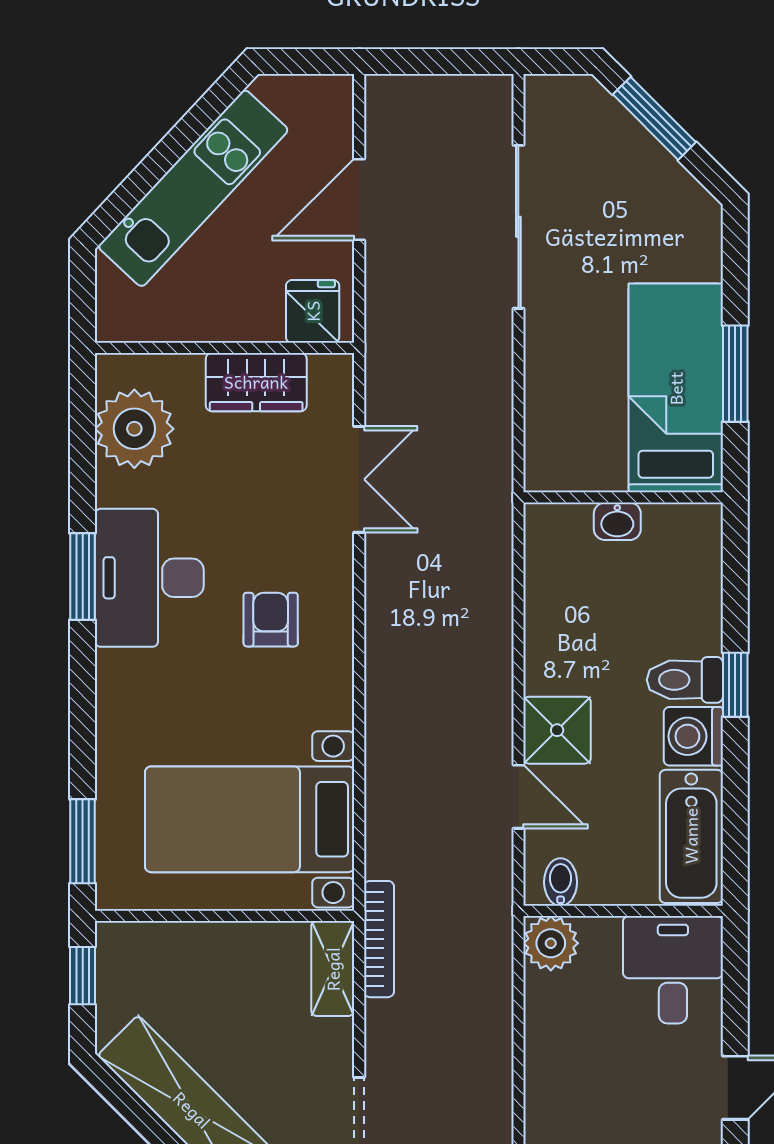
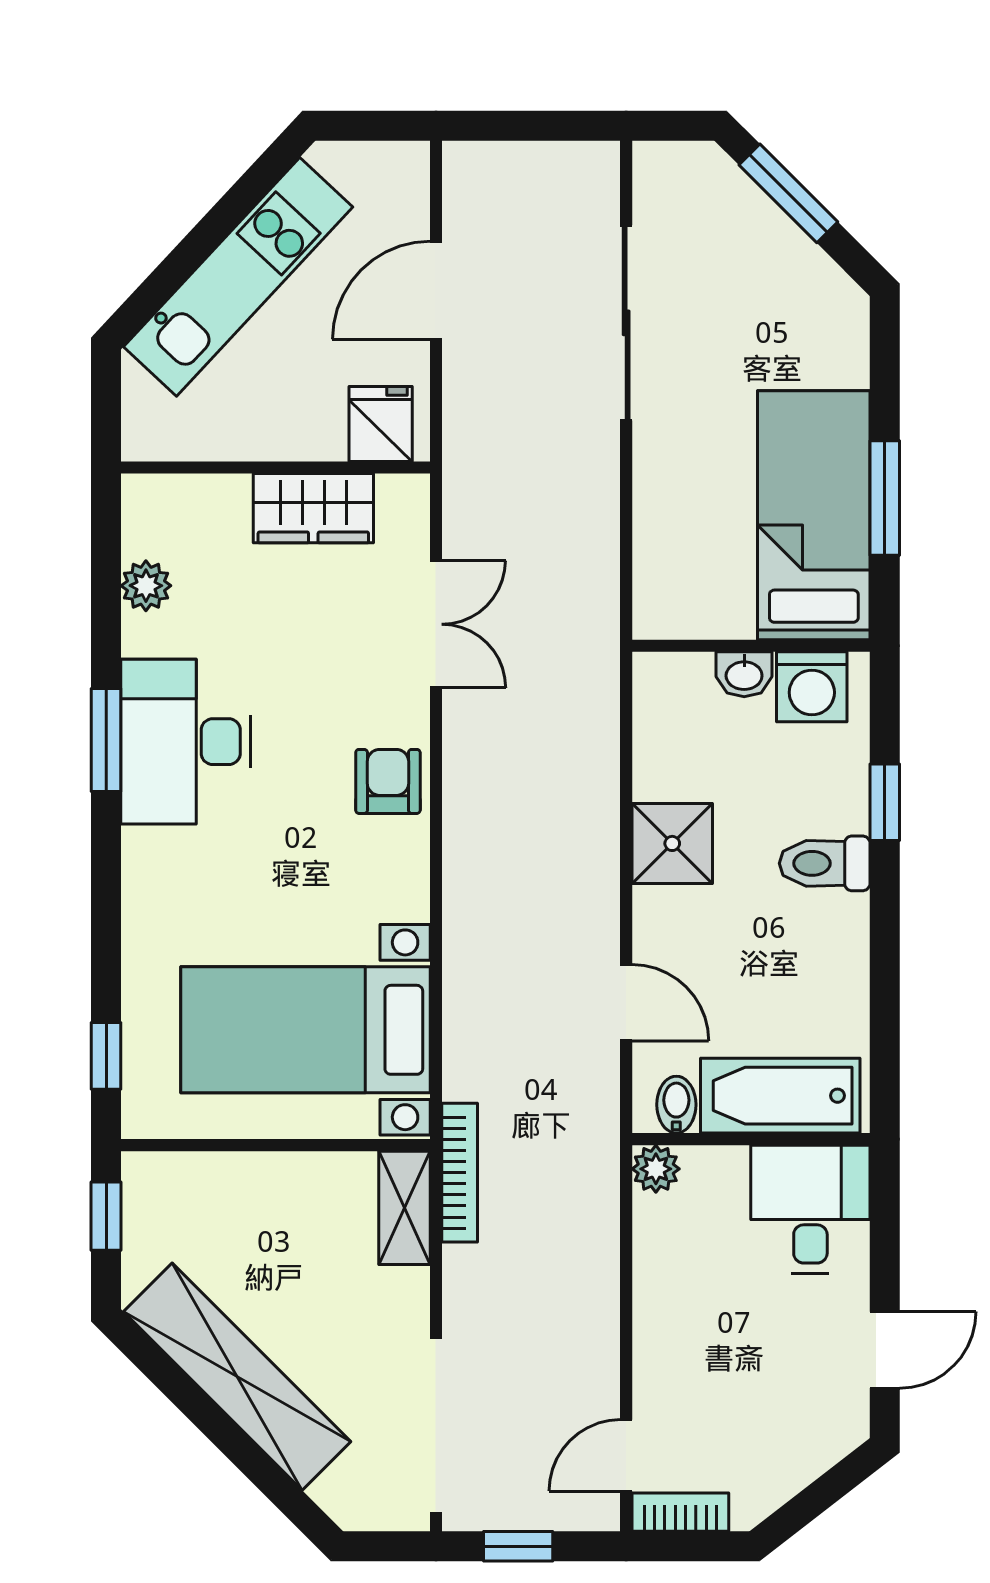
plant: (134, 429) -> (146, 586), width x0.53, depth x0.53
armchair: (271, 620) -> (388, 781), moved
window: (735, 685) -> (885, 802), moved
shower: (557, 730) -> (672, 843), moved
washing machine: (693, 736) -> (812, 687), moved, turned -90
bathtub: (691, 836) -> (780, 1096), moved, turned 90
window: (83, 841) -> (106, 1056), width x0.67
plant: (551, 943) -> (656, 1169), width x0.73, depth x0.73

